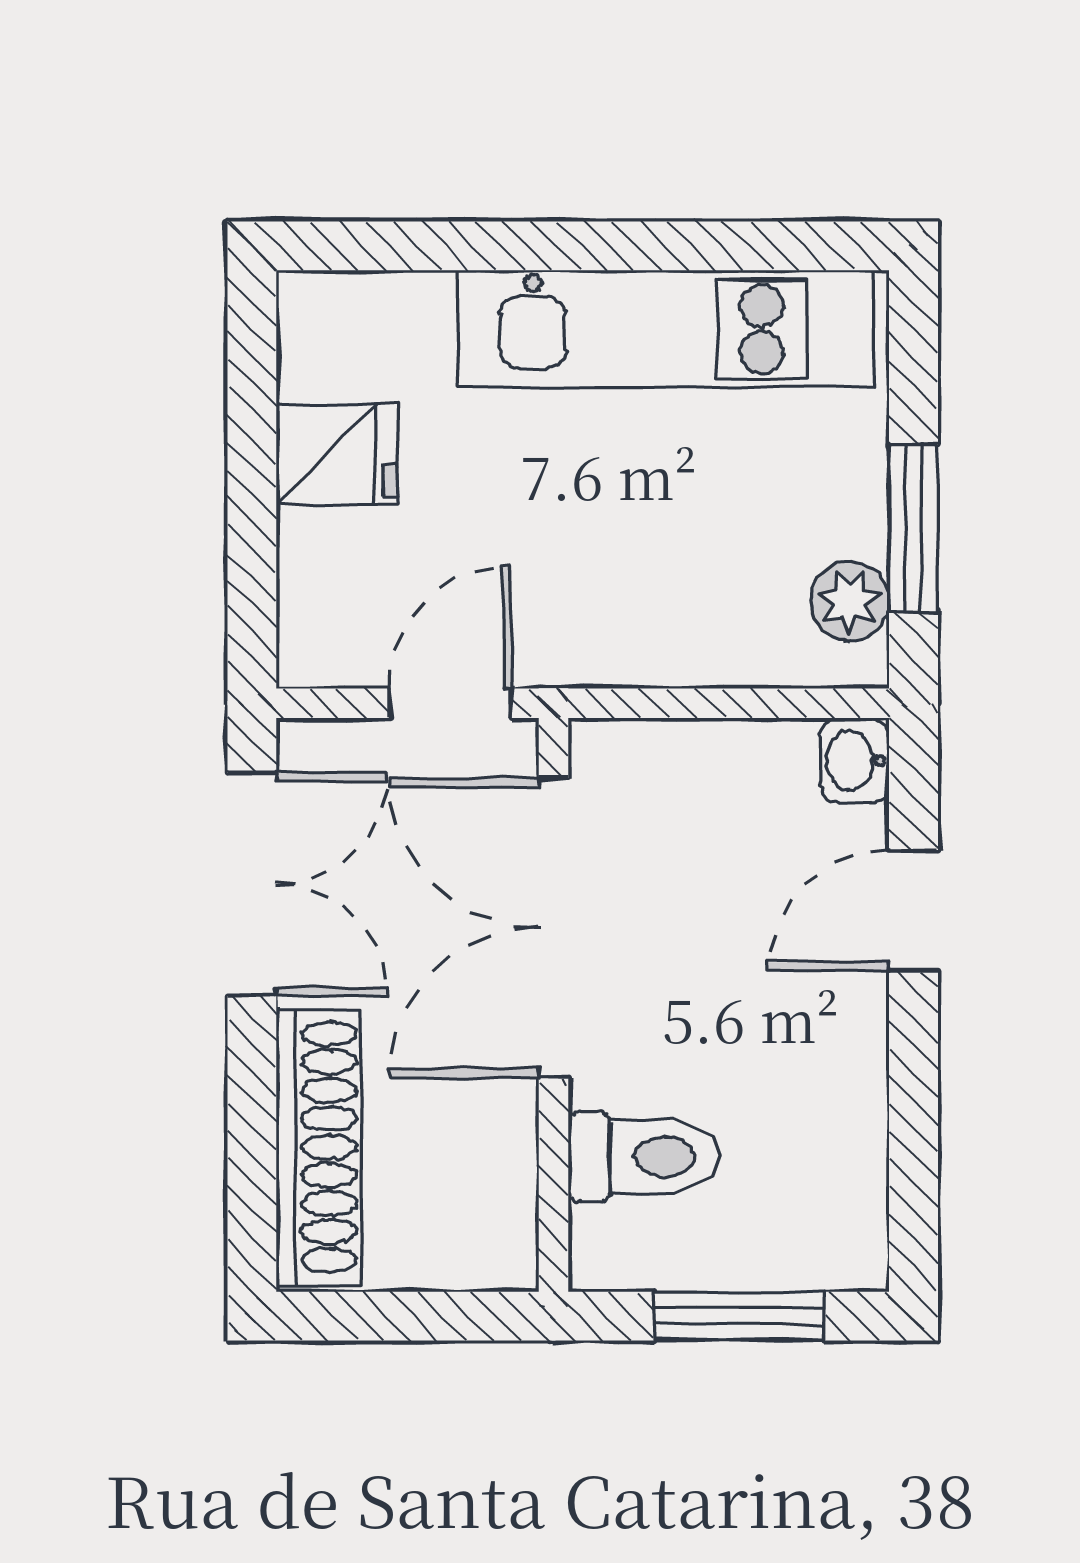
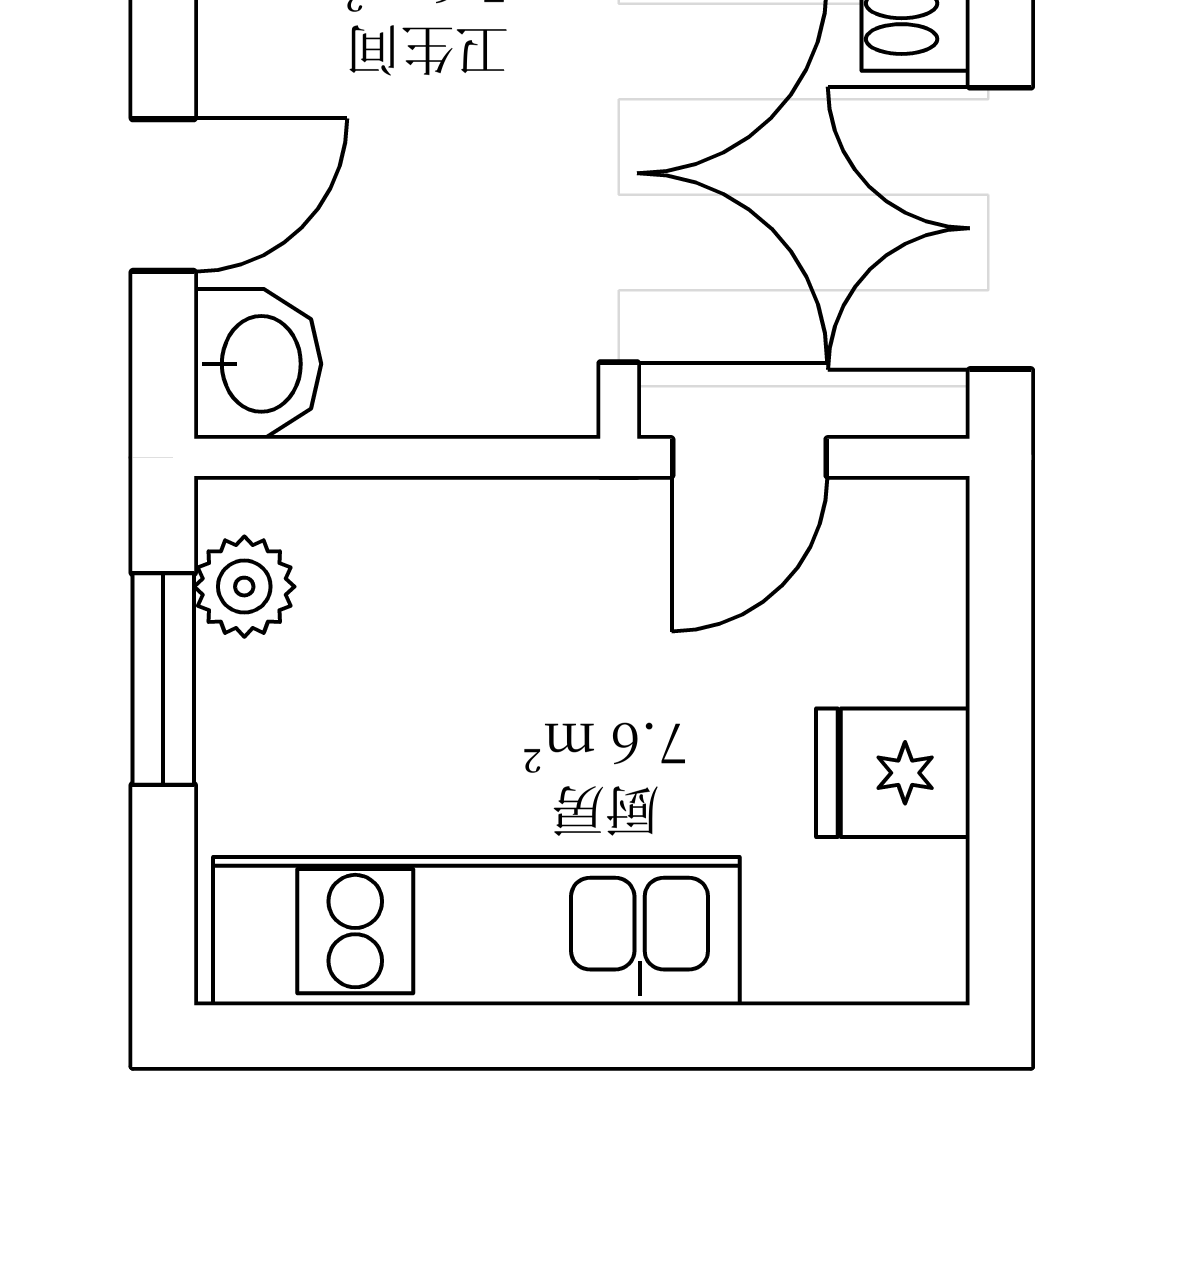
washbasin: (855, 761) -> (258, 364), width x1.38, depth x1.45

